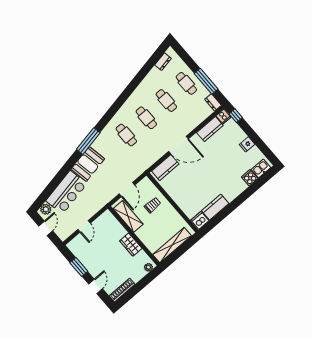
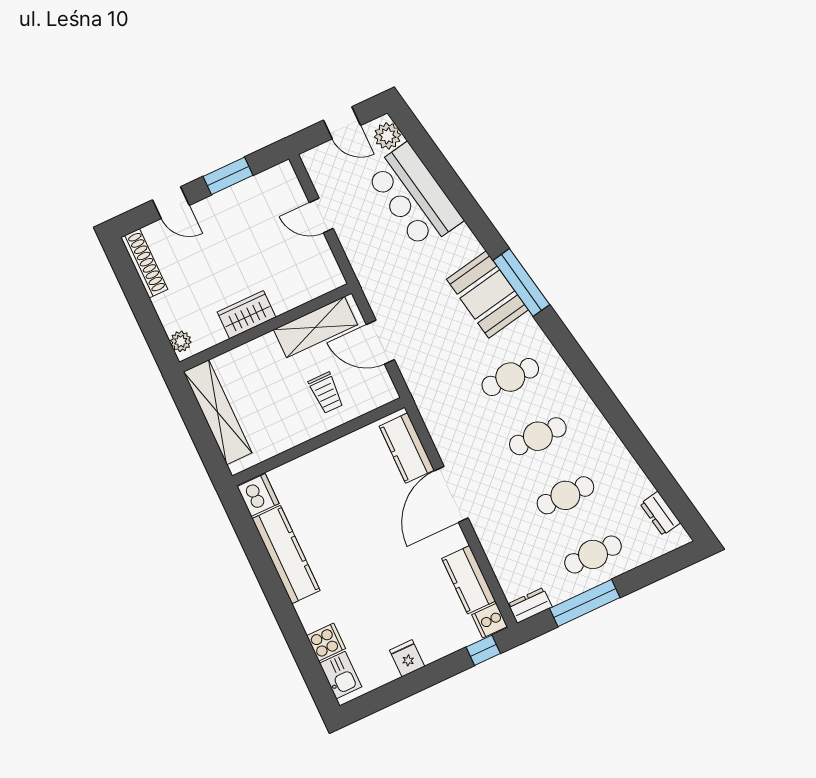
booth: (88, 164) -> (487, 295), moved
kitchen counter: (215, 207) -> (286, 555), width x1.50

